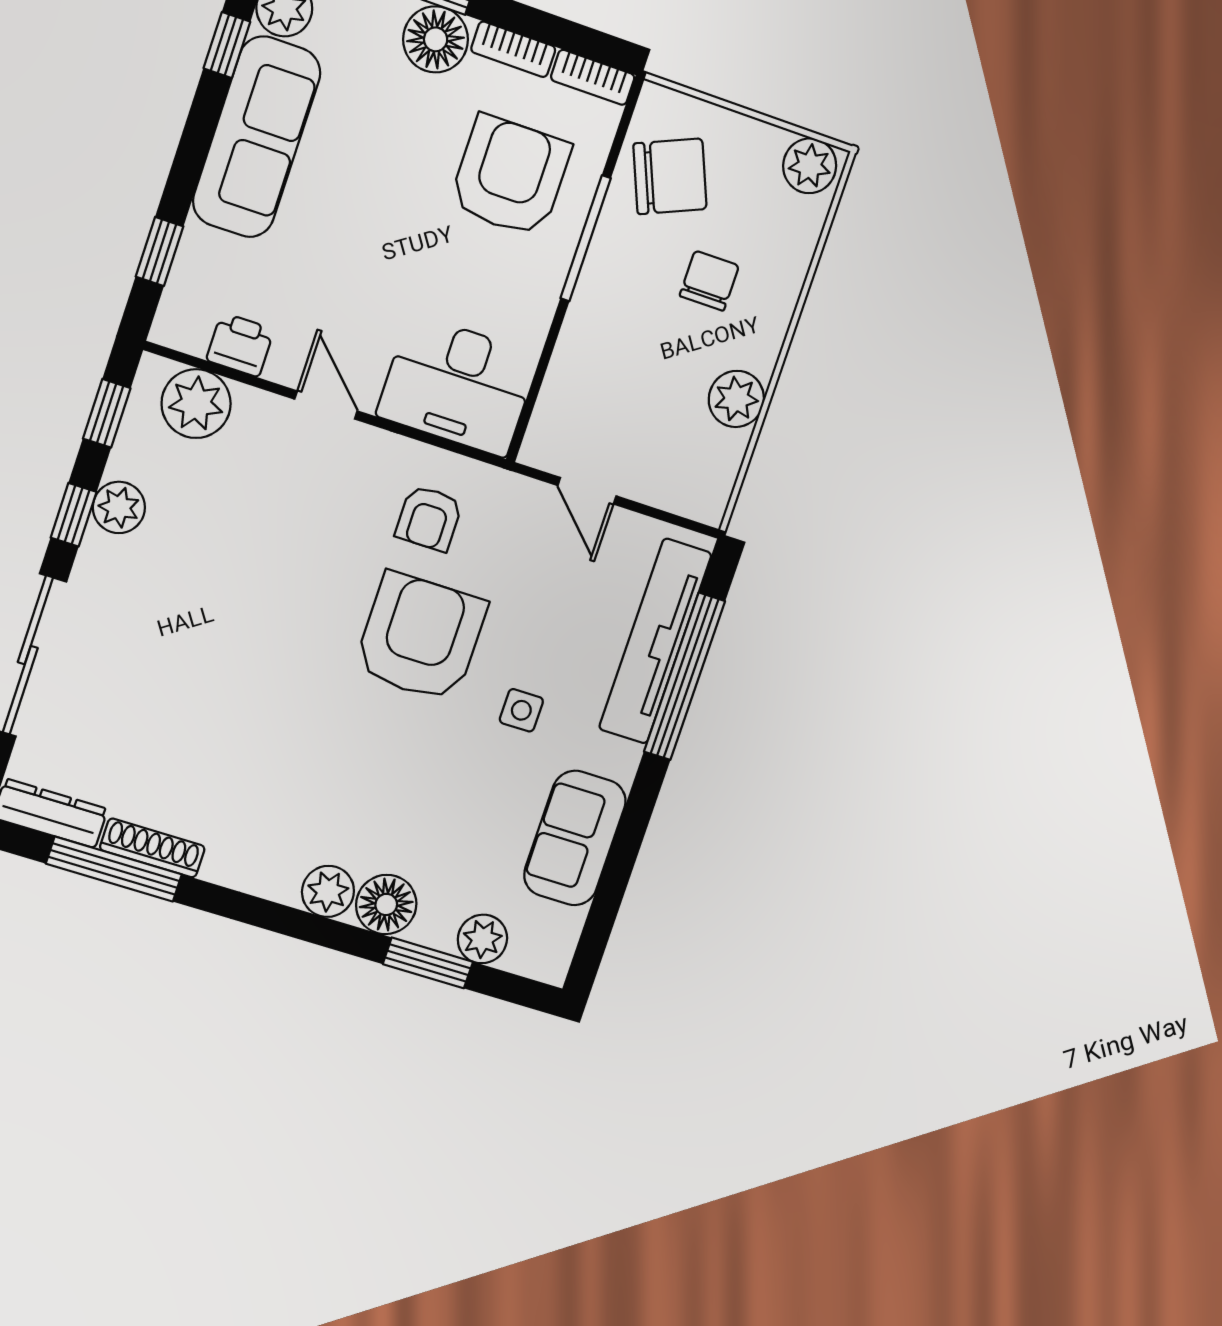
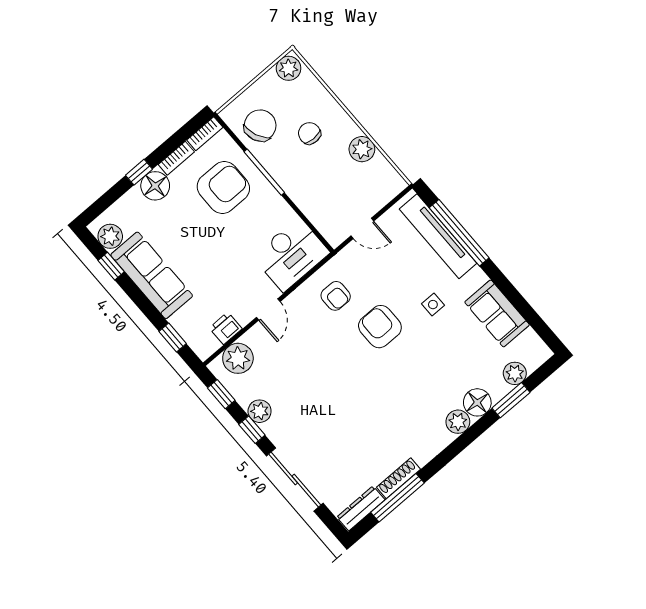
armchair: (510, 176) -> (223, 187), turned 90
door: (326, 405) -> (268, 309), swing flipped
armchair: (420, 637) -> (380, 327), width x0.73, depth x0.73

